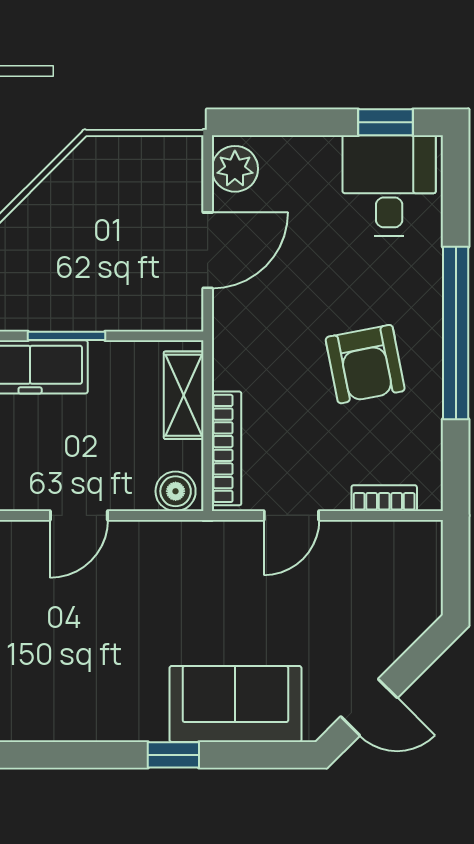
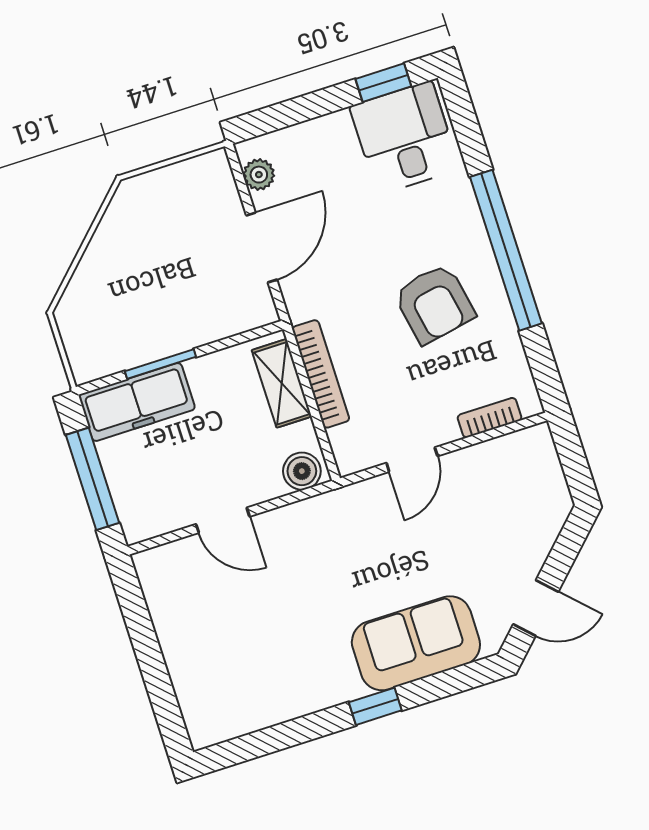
plant: (235, 169) -> (259, 175), width x0.73, depth x0.73
bookcase: (227, 448) -> (321, 374), moved
door: (79, 515) -> (223, 520), hinge flipped

